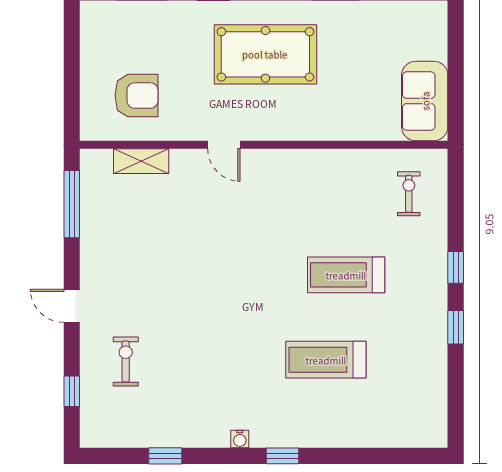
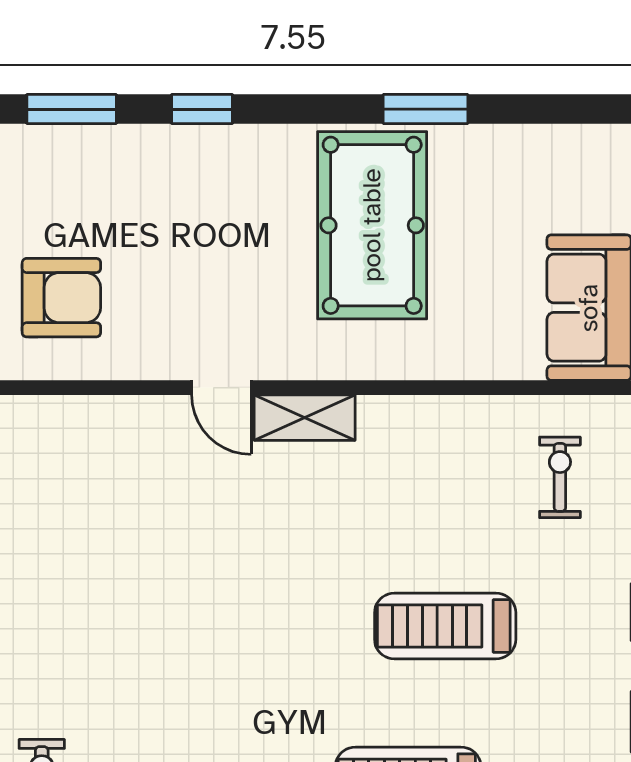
pool table: (265, 54) -> (372, 225), moved, turned 90
shelving: (141, 161) -> (305, 418), moved

